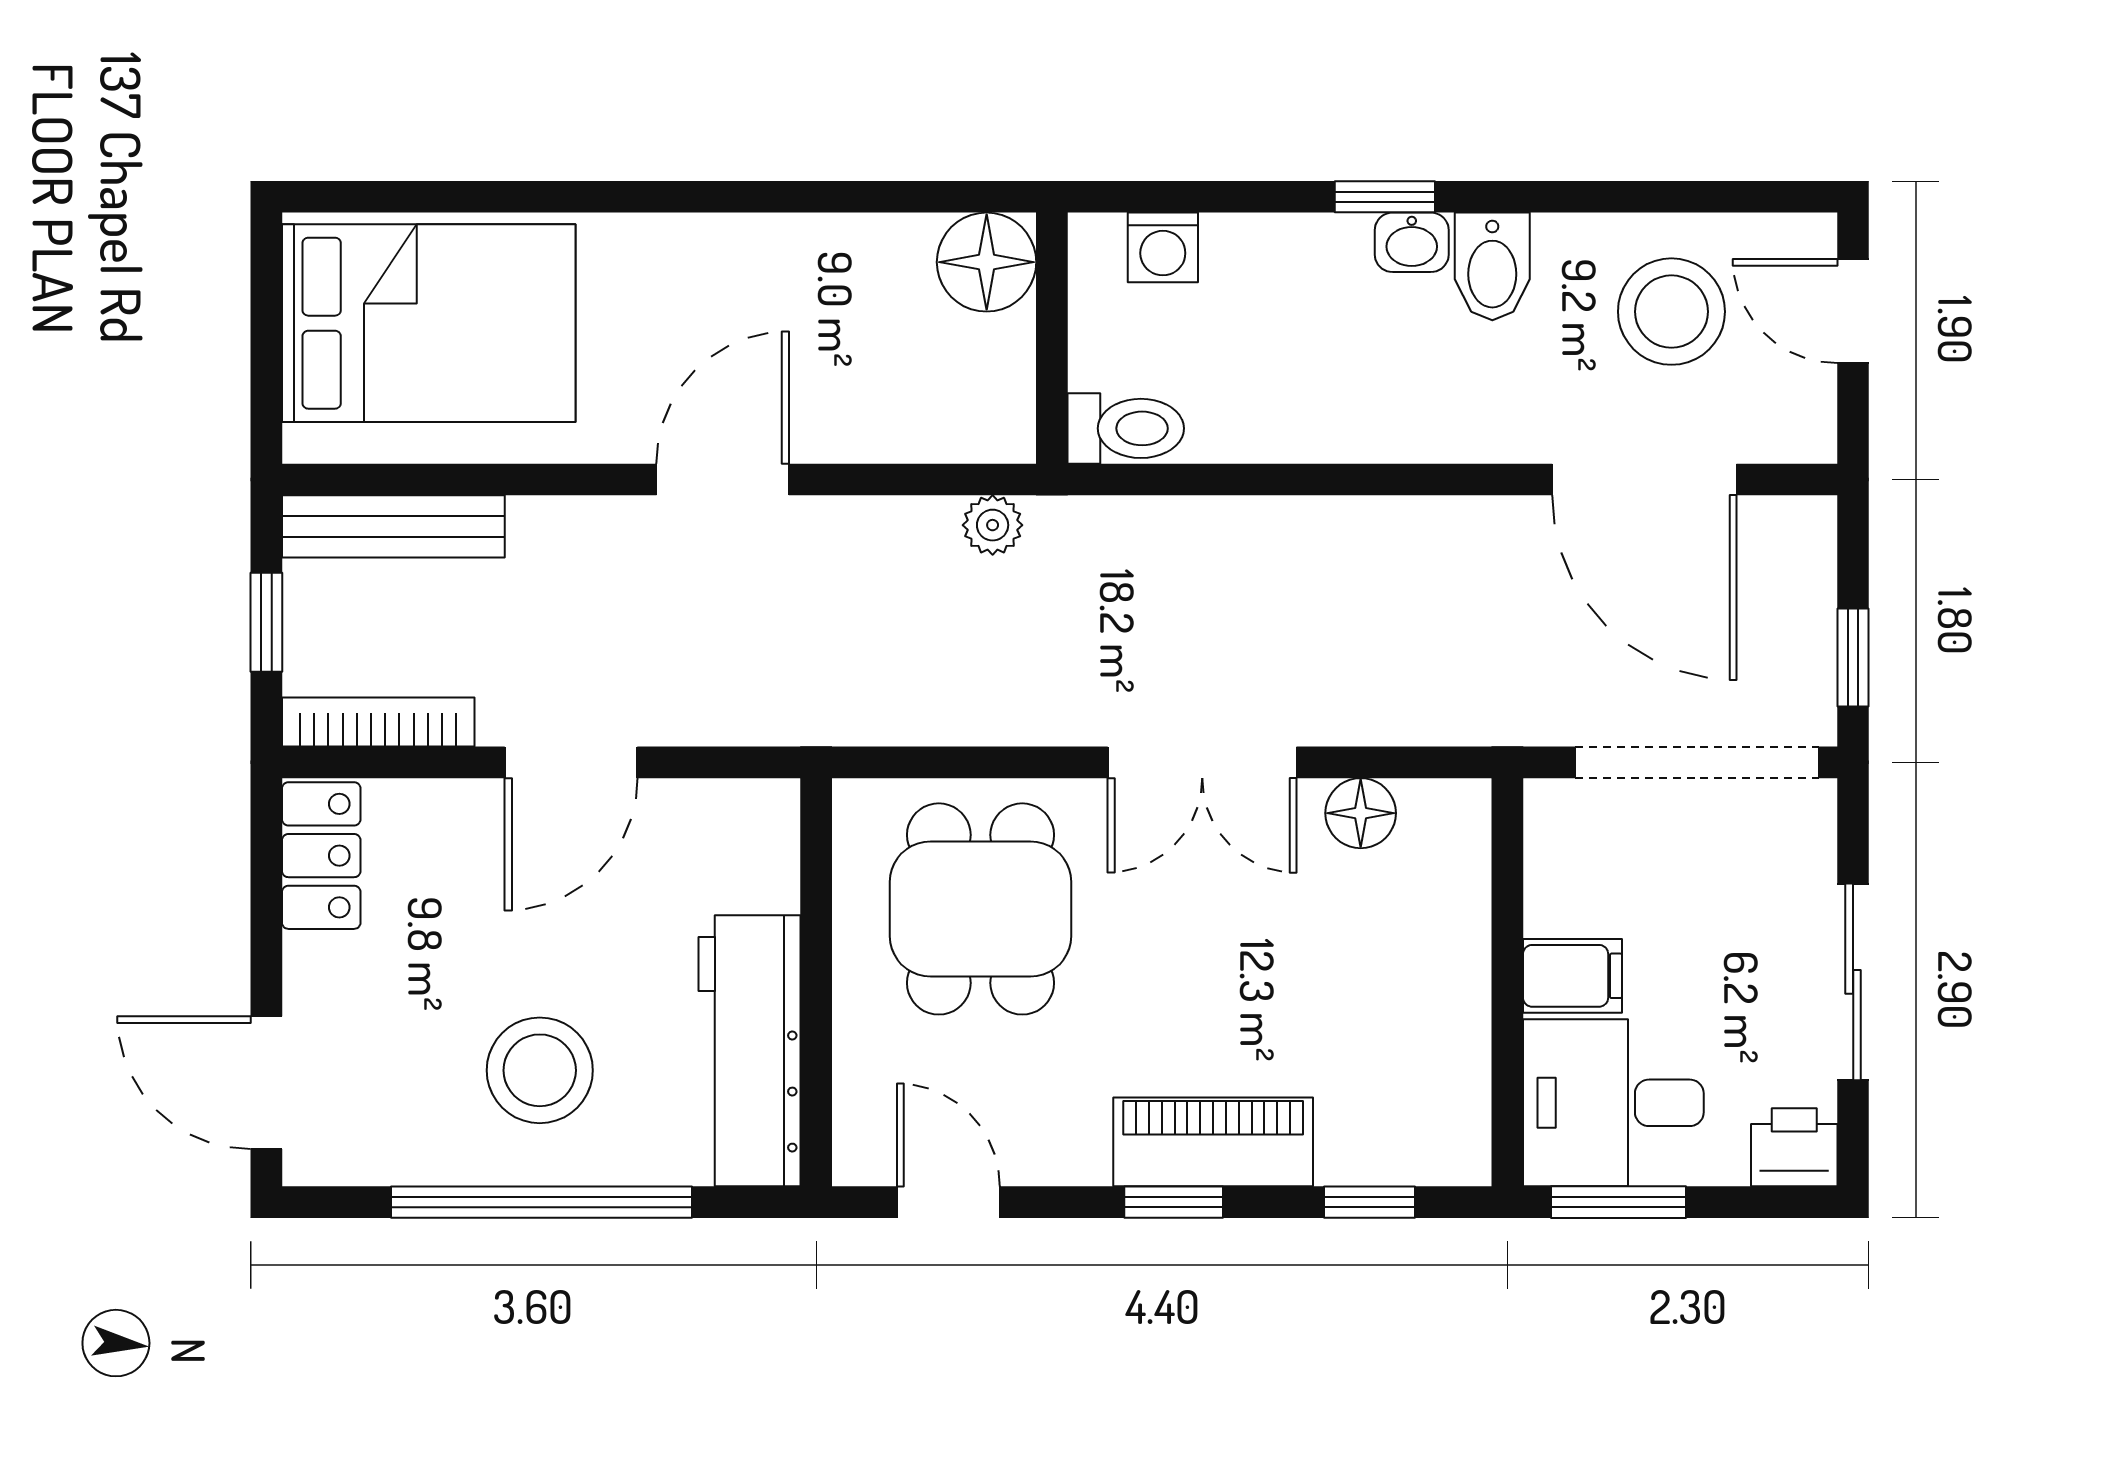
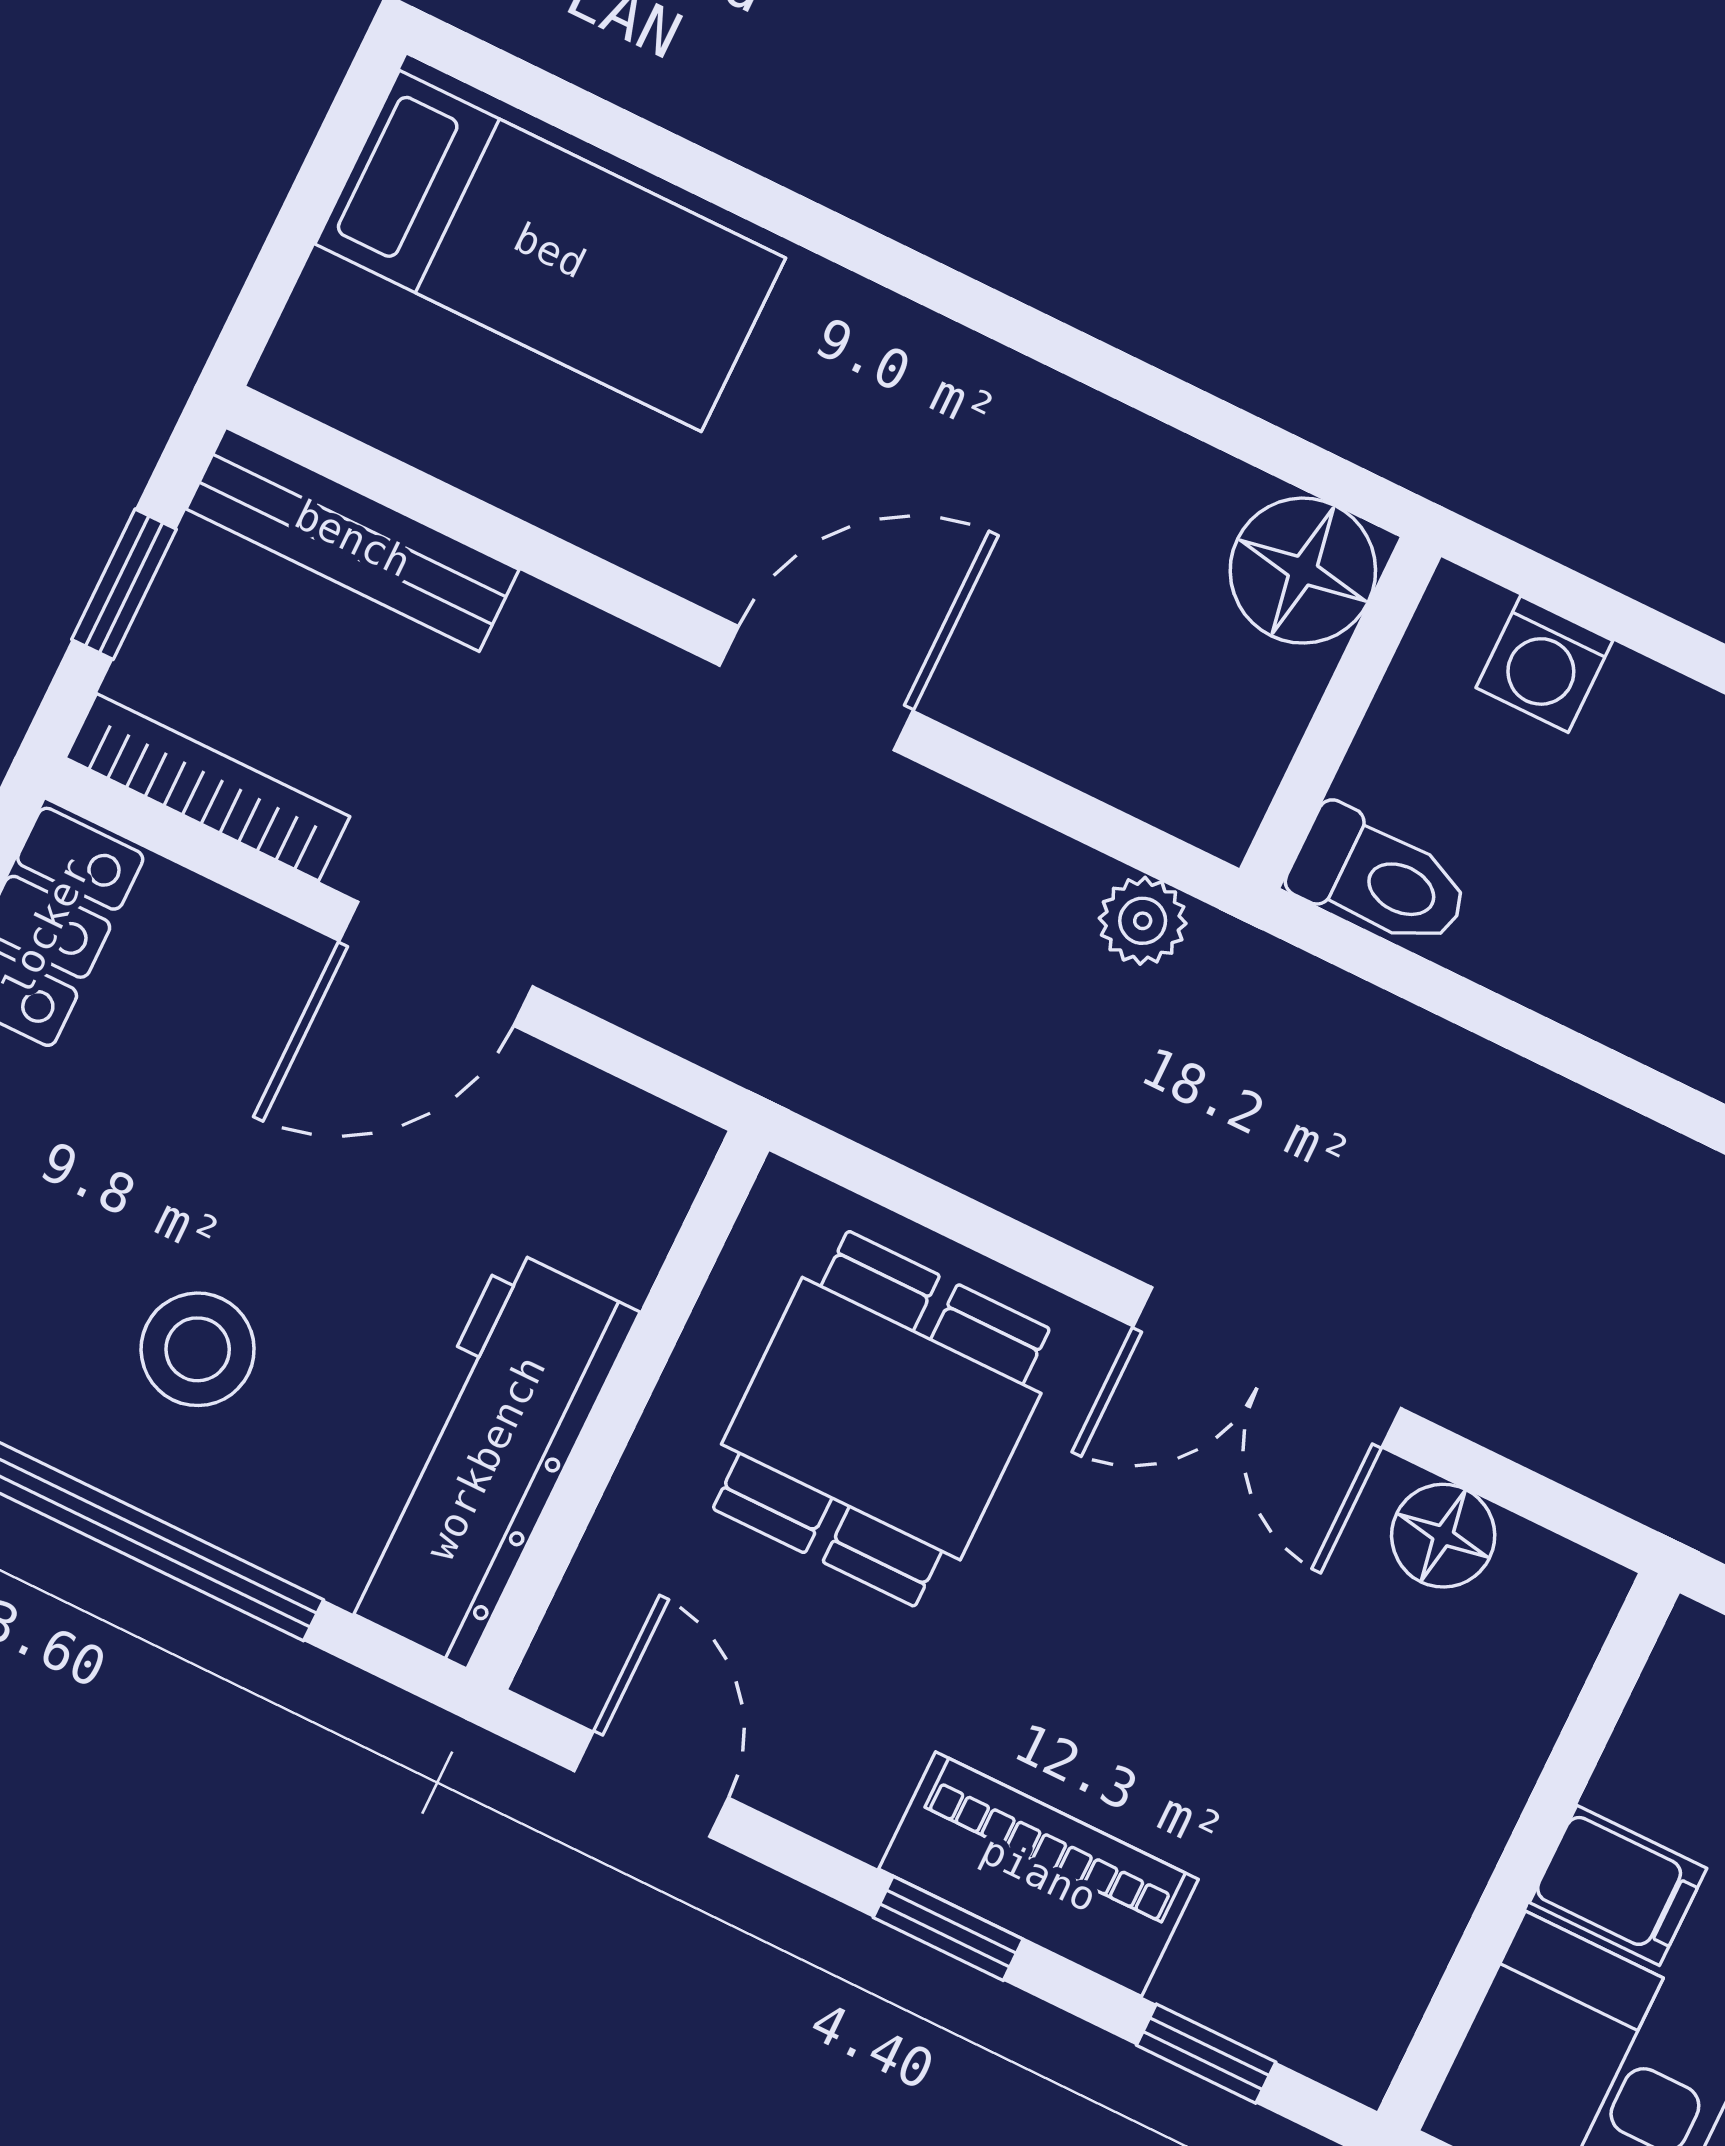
bed: (429, 323) -> (550, 251), width x0.67
stool: (540, 1070) -> (198, 1349), width x0.73, depth x0.73

